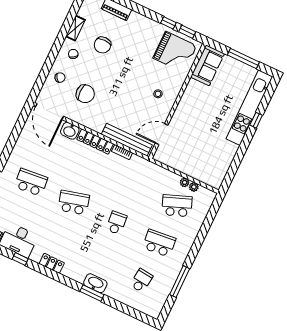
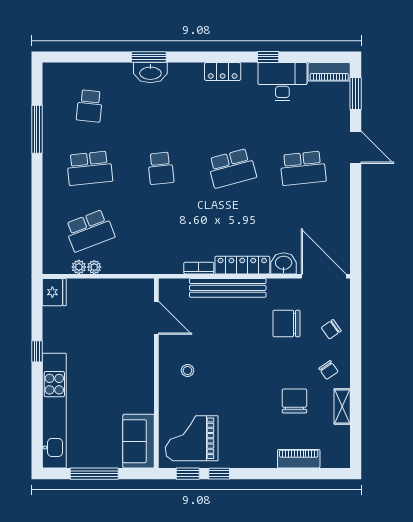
window: (256, 120) -> (37, 351), moved
door: (162, 134) -> (156, 318), hinge flipped
bench: (127, 140) -> (228, 288), moved
fridge: (216, 179) -> (54, 292), added

